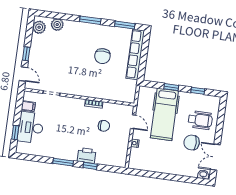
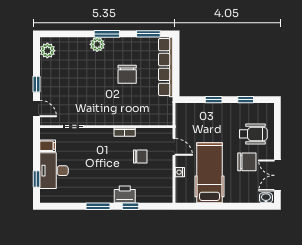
plant: (57, 25) -> (97, 44), moved
hospital bed: (164, 114) -> (209, 173), moved, turned 180
chair: (192, 142) -> (247, 162), turned 180

